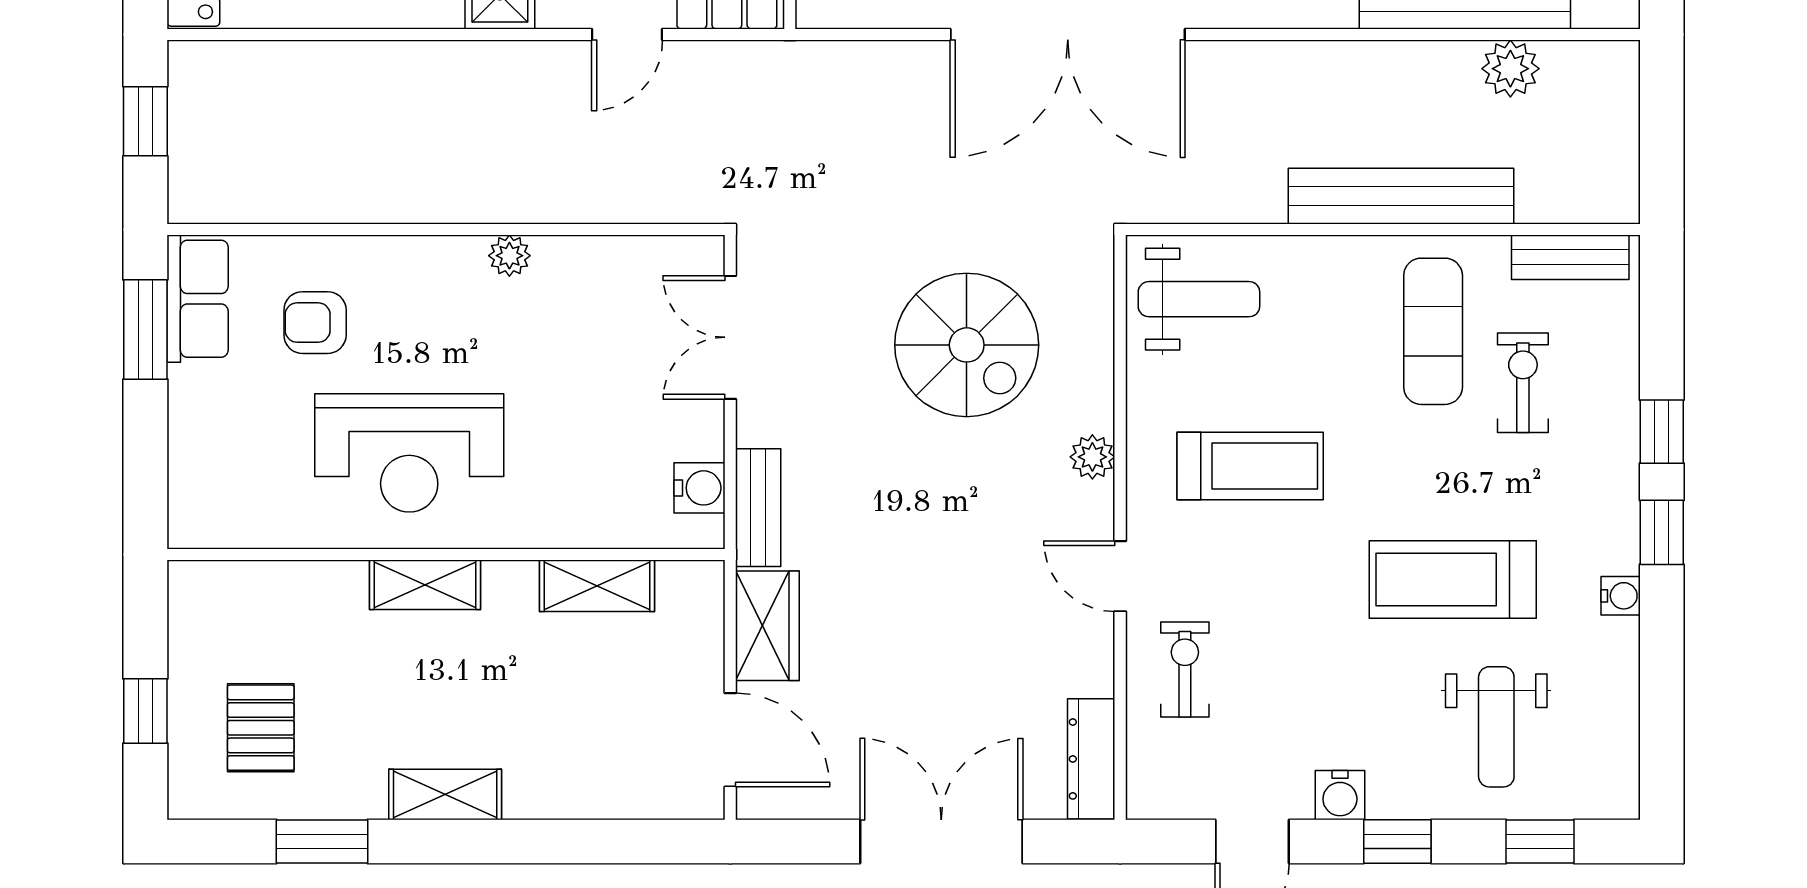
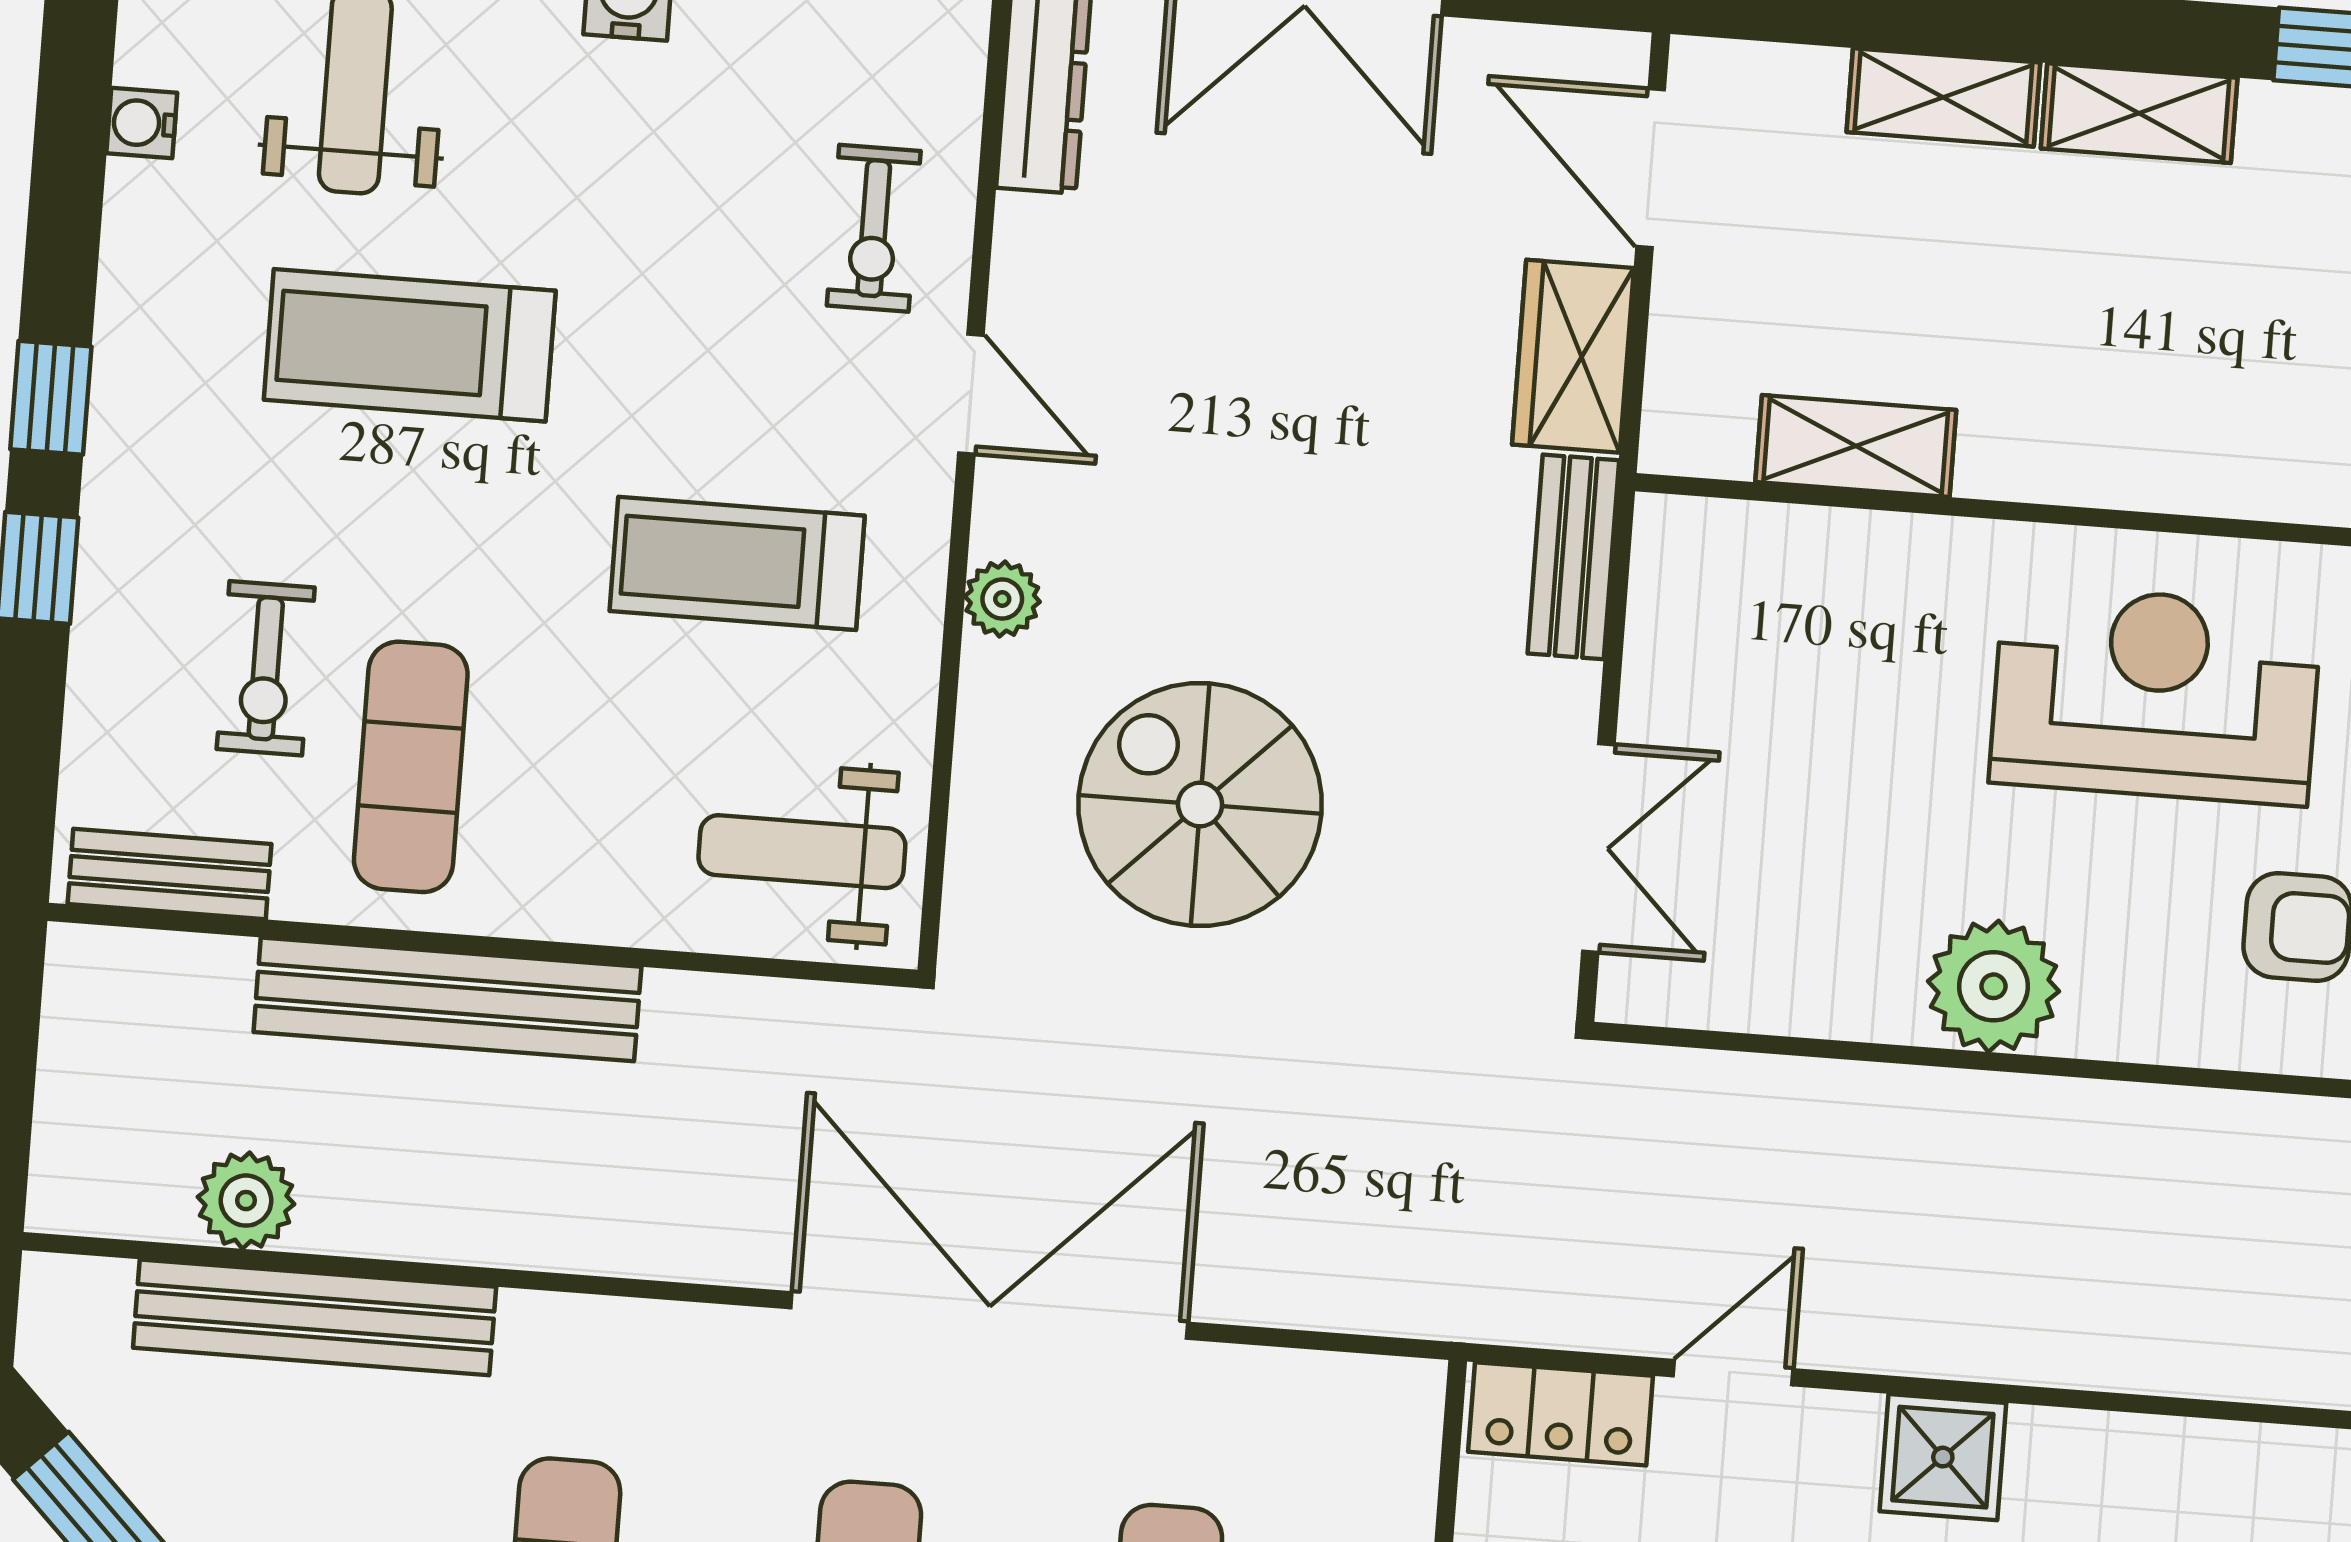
plant: (509, 256) -> (1994, 986), width x1.88, depth x1.88
water cooler: (700, 488) -> (1670, 598), removed
treadmill: (1453, 580) -> (410, 345), turned 180
shelving: (425, 585) -> (1943, 97), moved
water cooler: (1621, 596) -> (142, 123), moved

